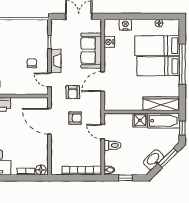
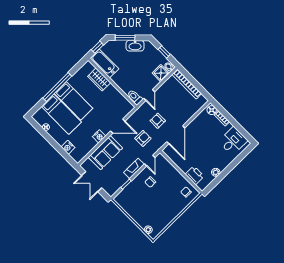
nightstand: (109, 42) -> (99, 136), moved
wardrobe: (161, 104) -> (99, 80), width x0.67
shower: (140, 120) -> (161, 73), moved
toilet: (112, 145) -> (135, 97), moved

